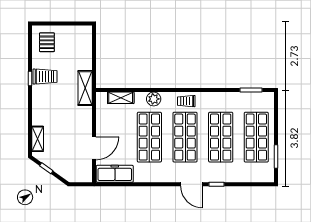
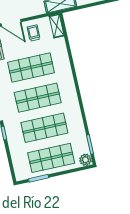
shelving: (121, 98) -> (57, 26), moved
plant: (154, 99) -> (85, 160), moved
trolley: (186, 101) -> (34, 33), moved

